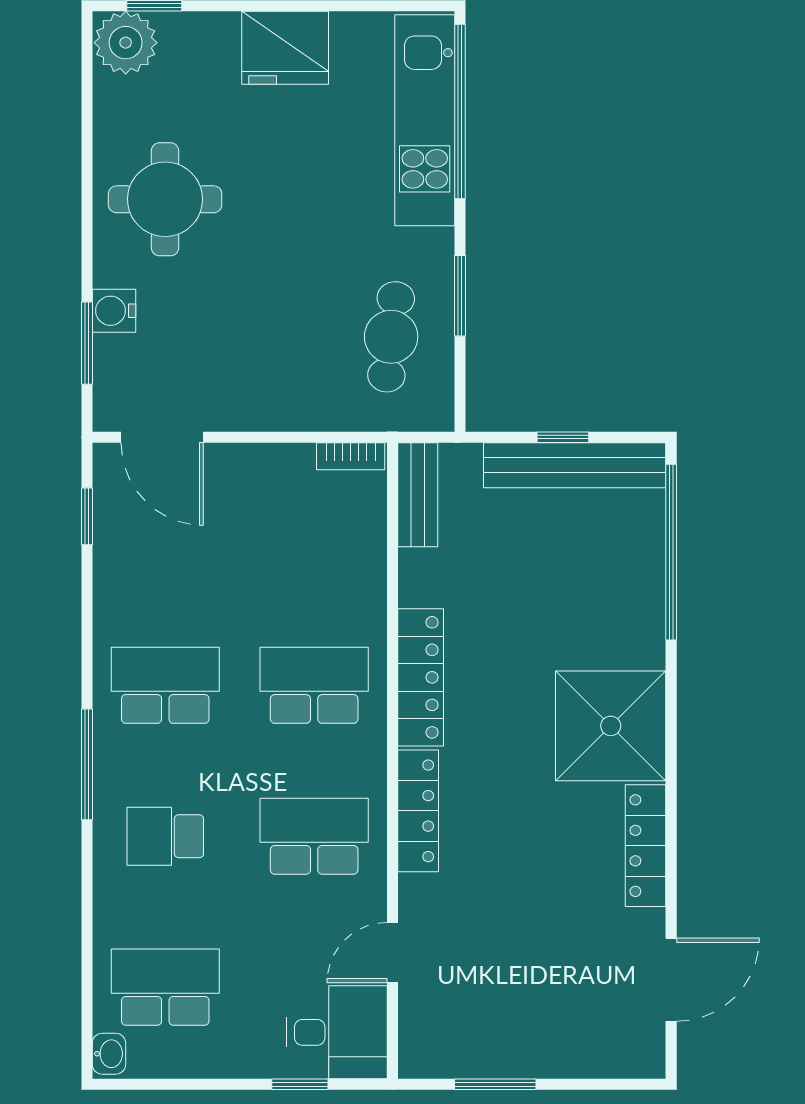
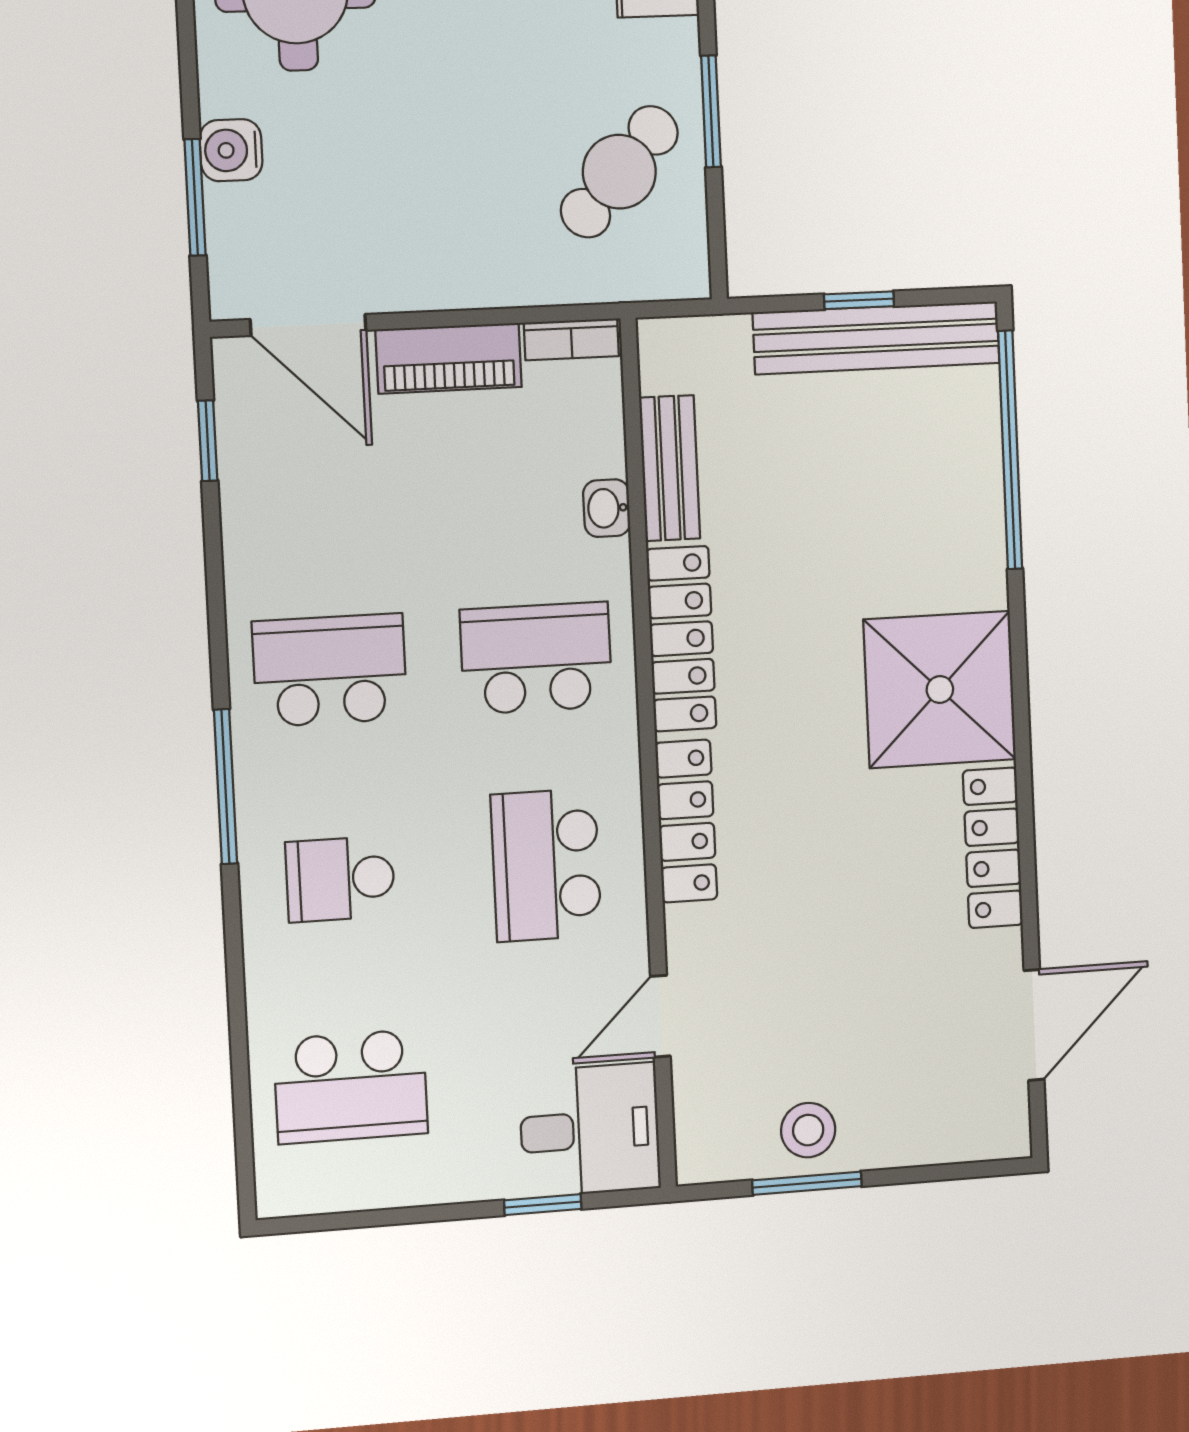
cafe table: (391, 337) -> (619, 172), turned 35
piano: (261, 466) -> (449, 358), added
bench: (418, 495) -> (670, 468), moved
school desk: (314, 836) -> (546, 865), turned -90
school desk: (165, 987) -> (351, 1087), turned 180
stool: (498, 1045) -> (808, 1130), added
washbasin: (109, 1054) -> (607, 508), moved, turned 180

